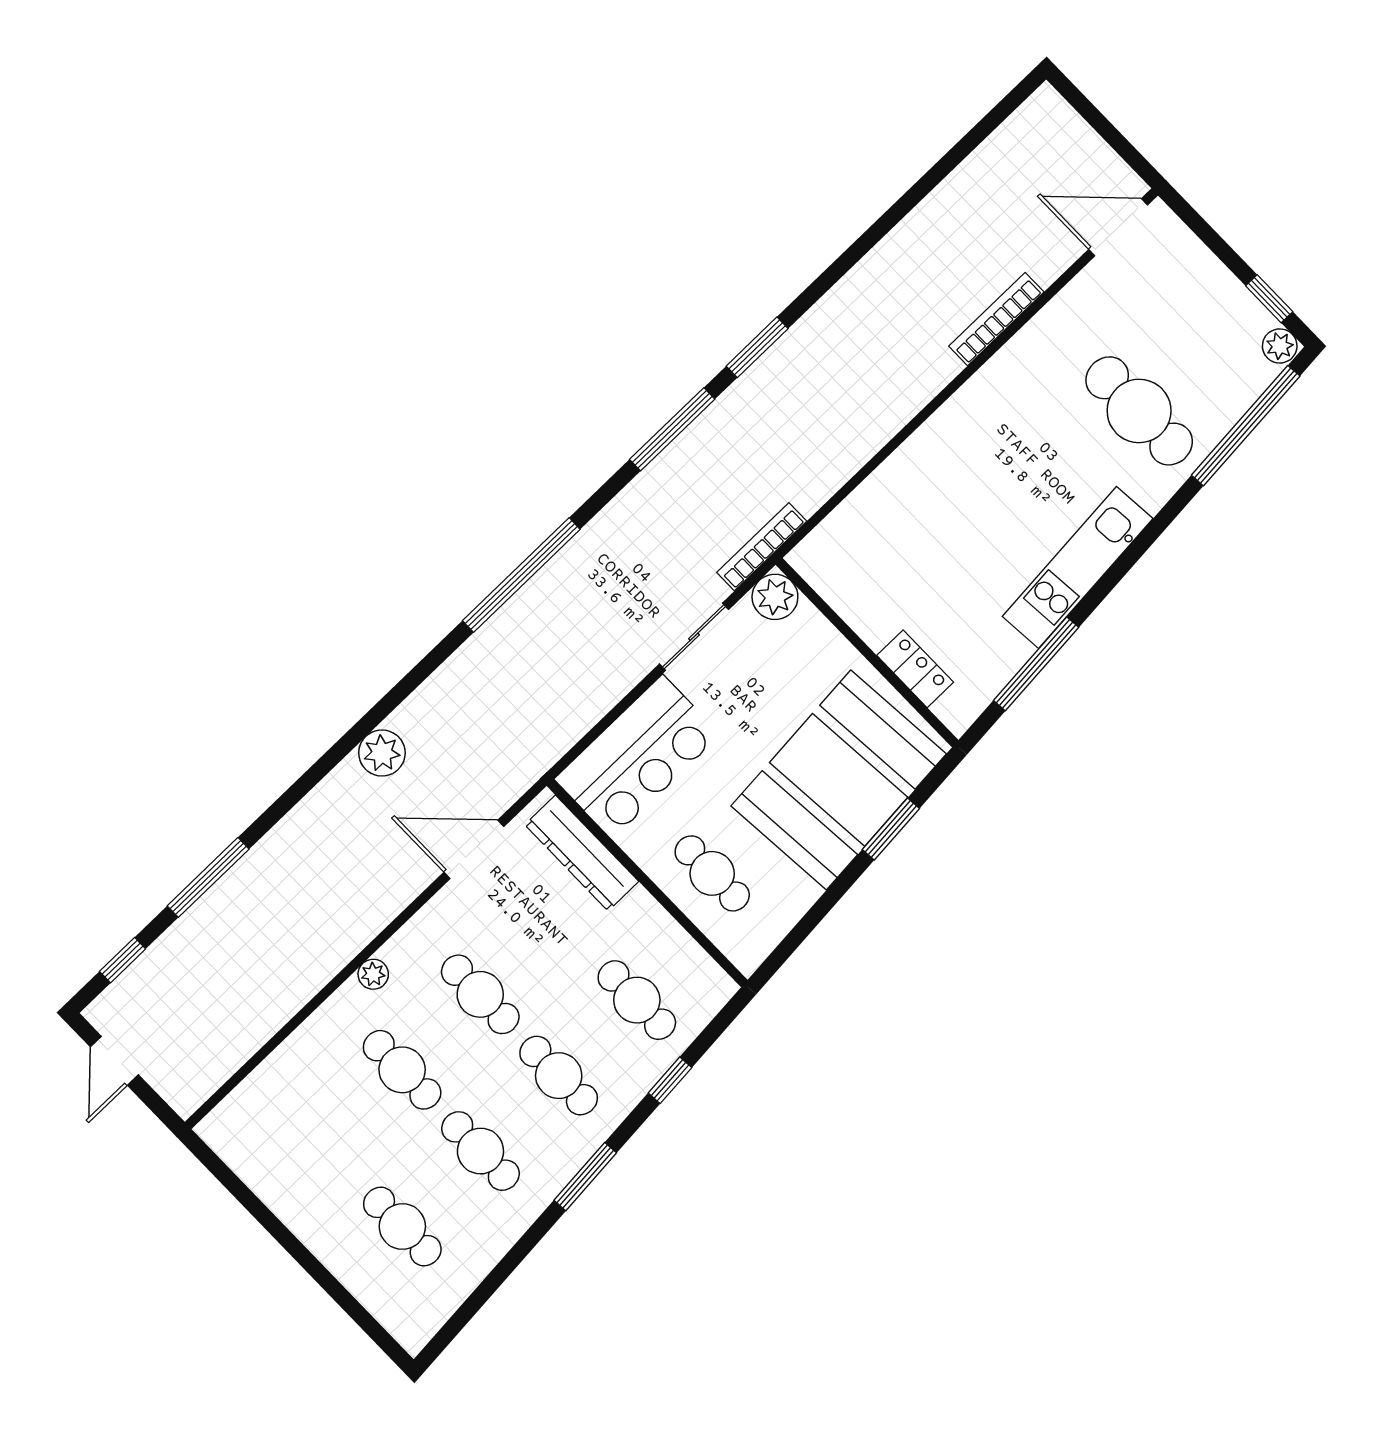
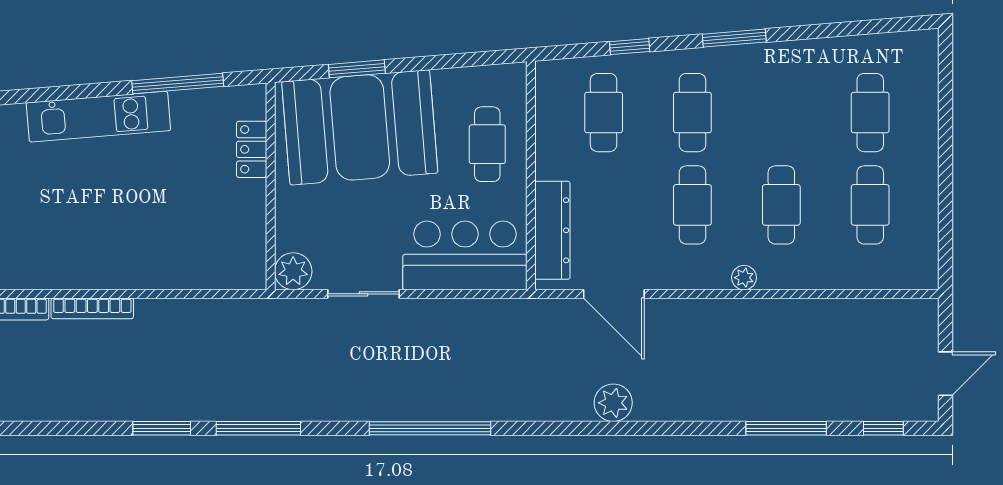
bookcase: (762, 547) -> (92, 308), moved
cafe table: (480, 1151) -> (870, 205), moved

